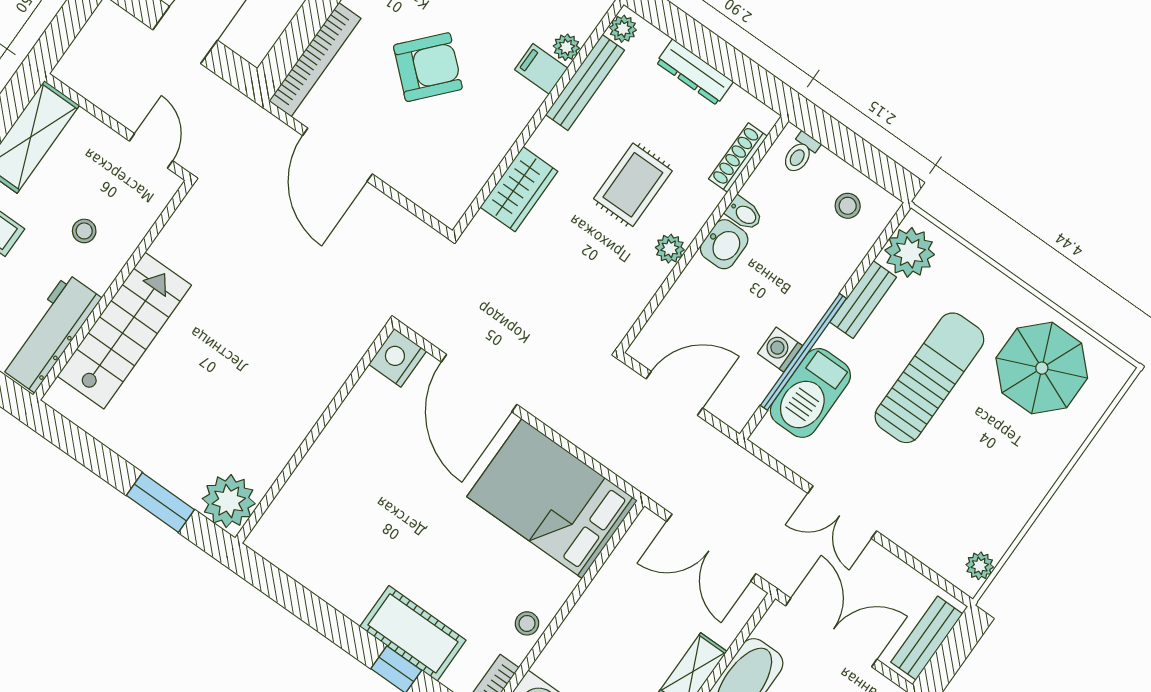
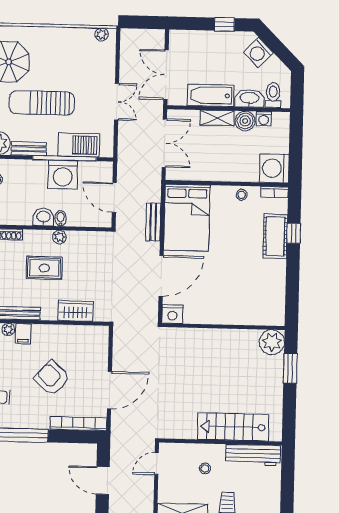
bidet: (744, 213) -> (61, 218), moved
washing machine: (780, 350) -> (63, 175), width x1.89, depth x1.89
bench: (927, 638) -> (153, 222), moved, turned 90

